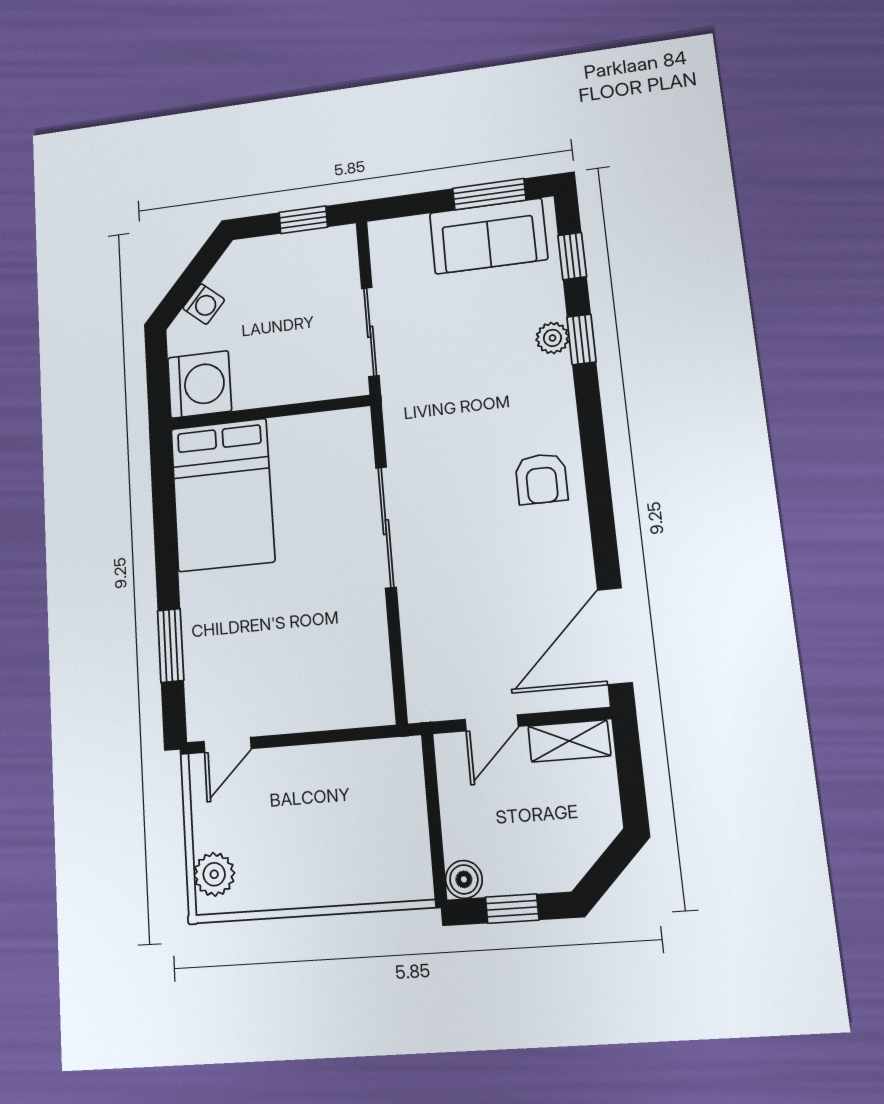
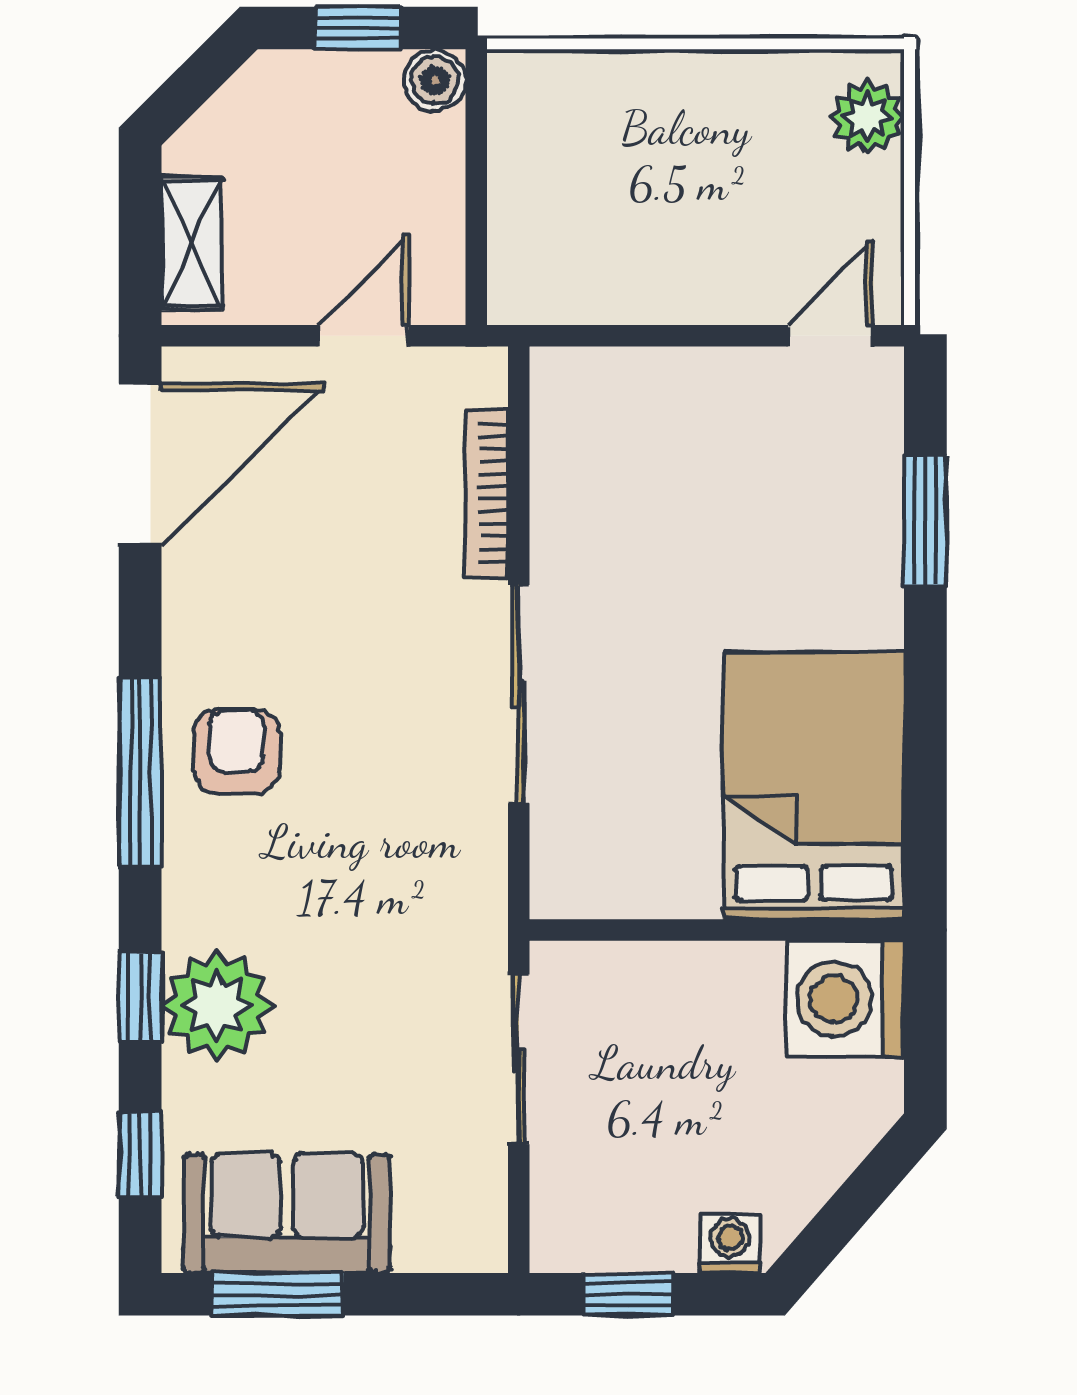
washing machine: (204, 304) -> (730, 1243), moved, turned 49
plant: (552, 338) -> (217, 1005), width x1.88, depth x1.88
window: (595, 461) -> (140, 772), added
bookcase: (413, 638) -> (486, 493), added
shelving: (569, 741) -> (192, 243), moved, turned 90

